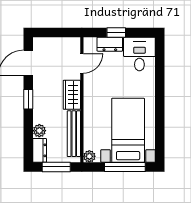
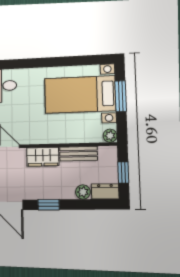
bench: (74, 134) -> (78, 154), width x0.73
window: (56, 167) -> (123, 172), width x0.67
window: (125, 167) -> (121, 96), width x0.69

